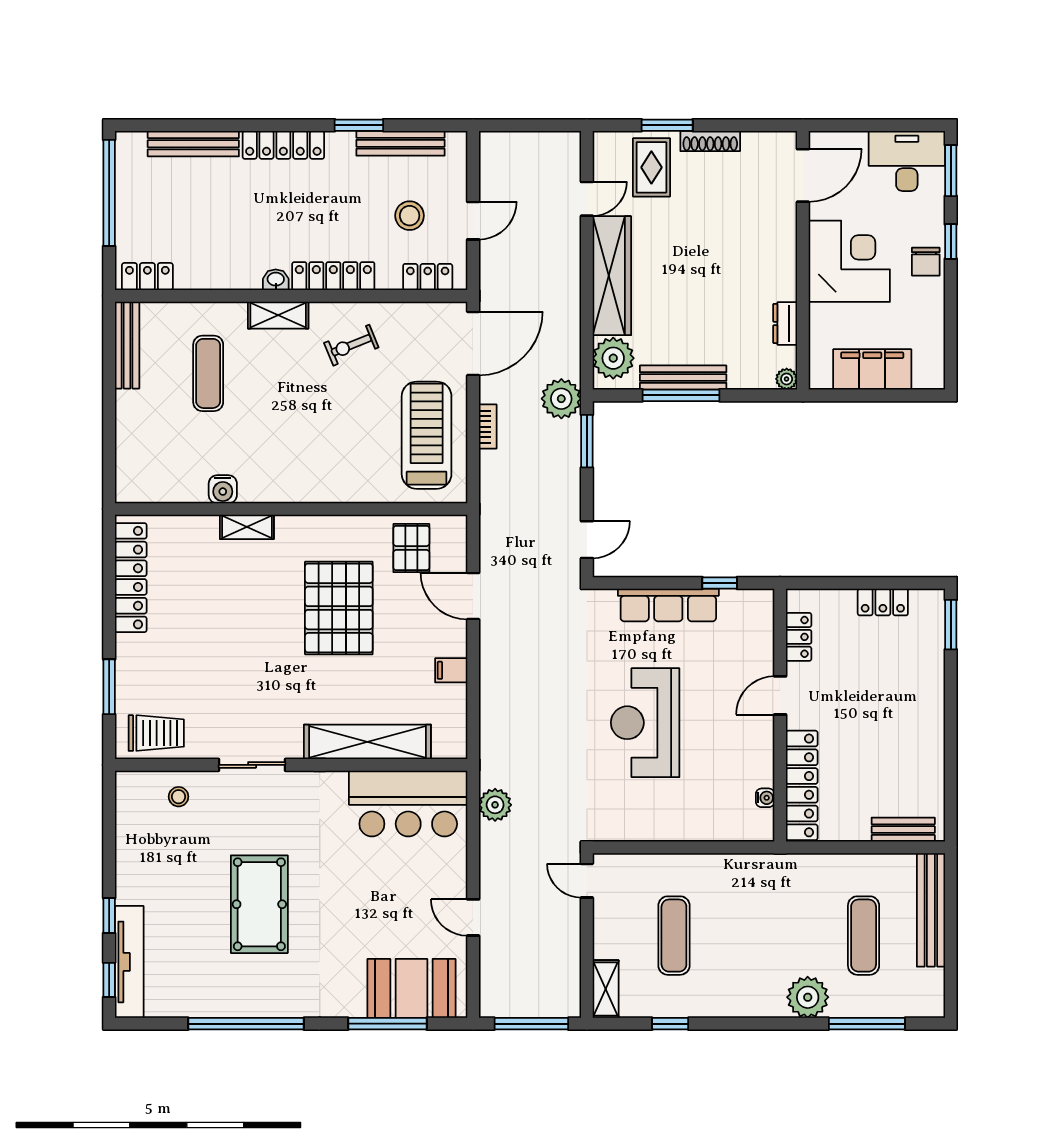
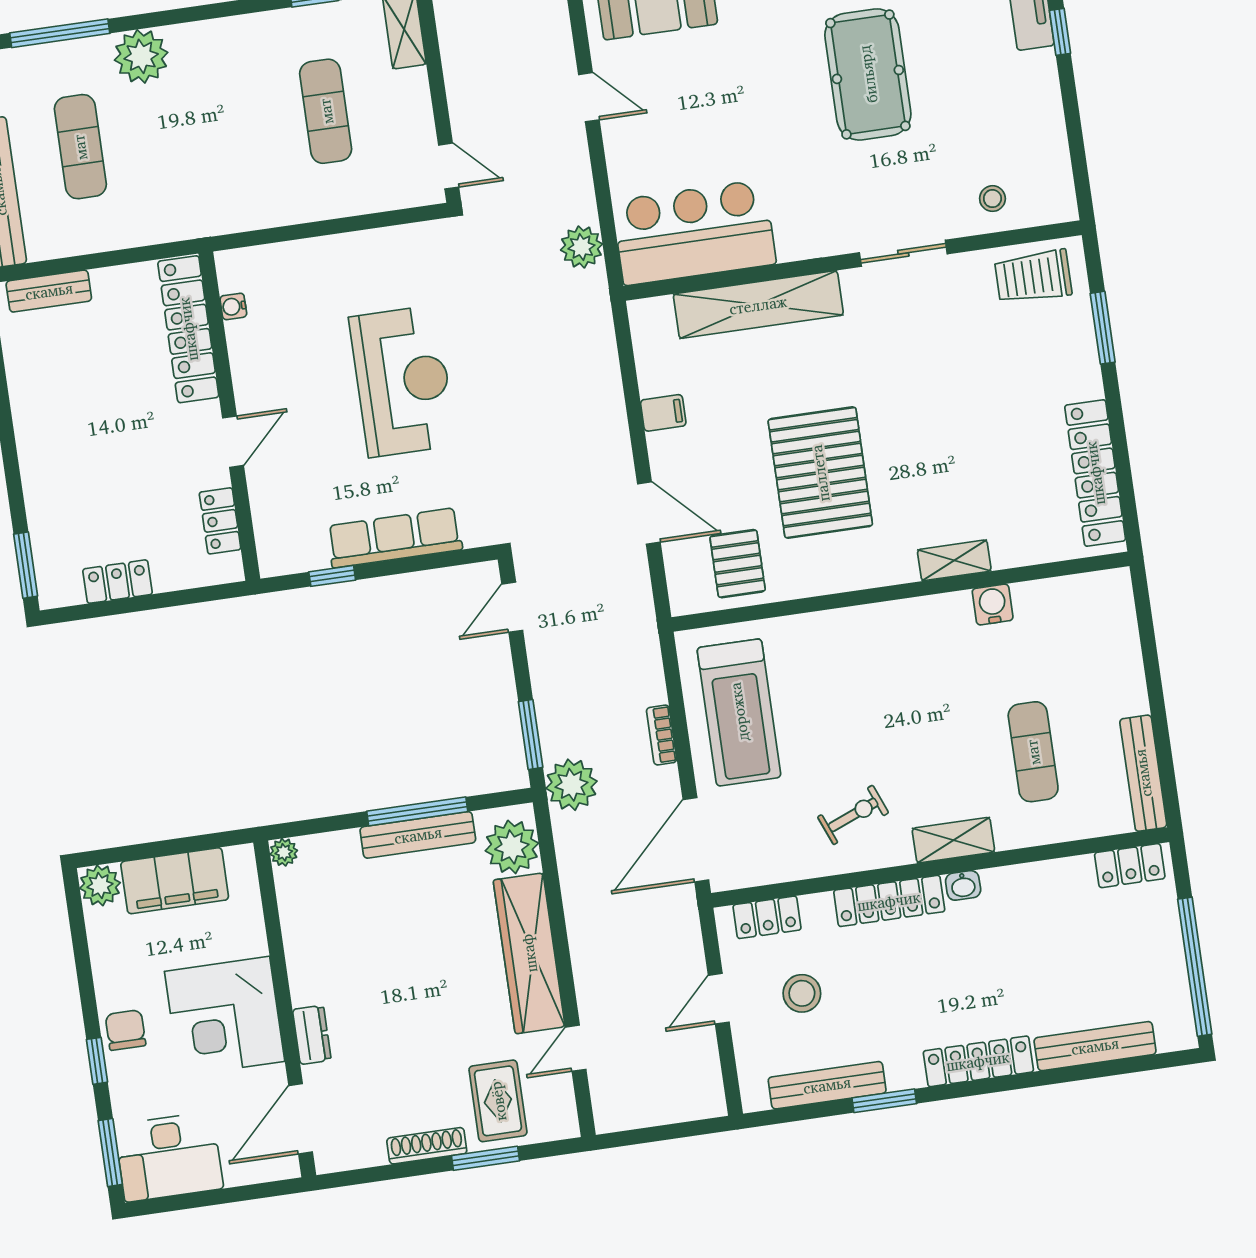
dresser: (785, 323) -> (312, 1035), moved
plant: (929, 374) -> (100, 885), added

